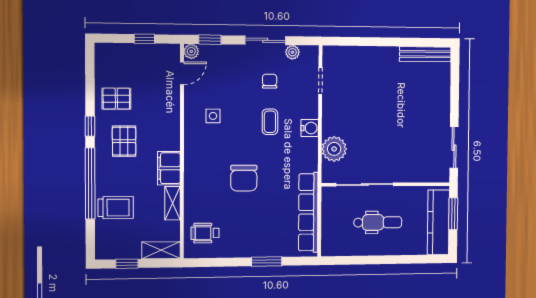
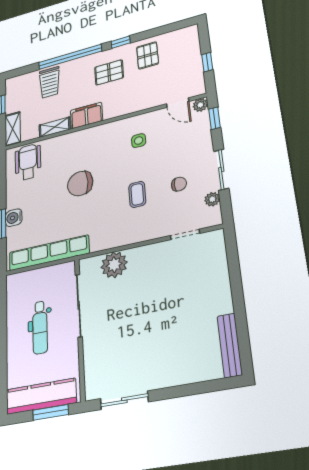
coffee table: (270, 122) -> (137, 194), turned 90
water cooler: (310, 128) -> (14, 218), moved, turned 90
wheelchair: (205, 233) -> (28, 162), width x1.36, depth x1.37

